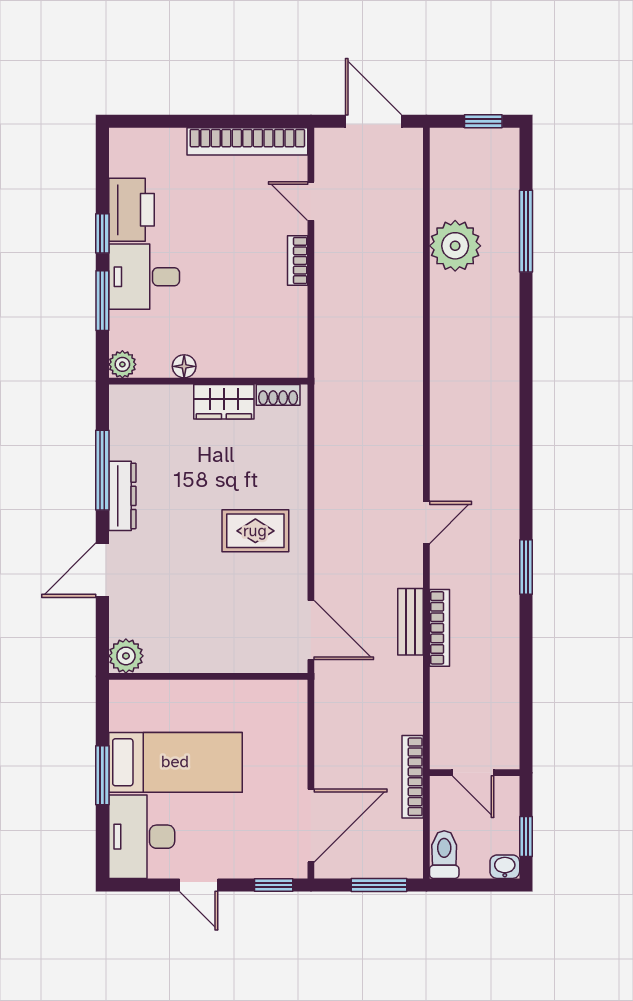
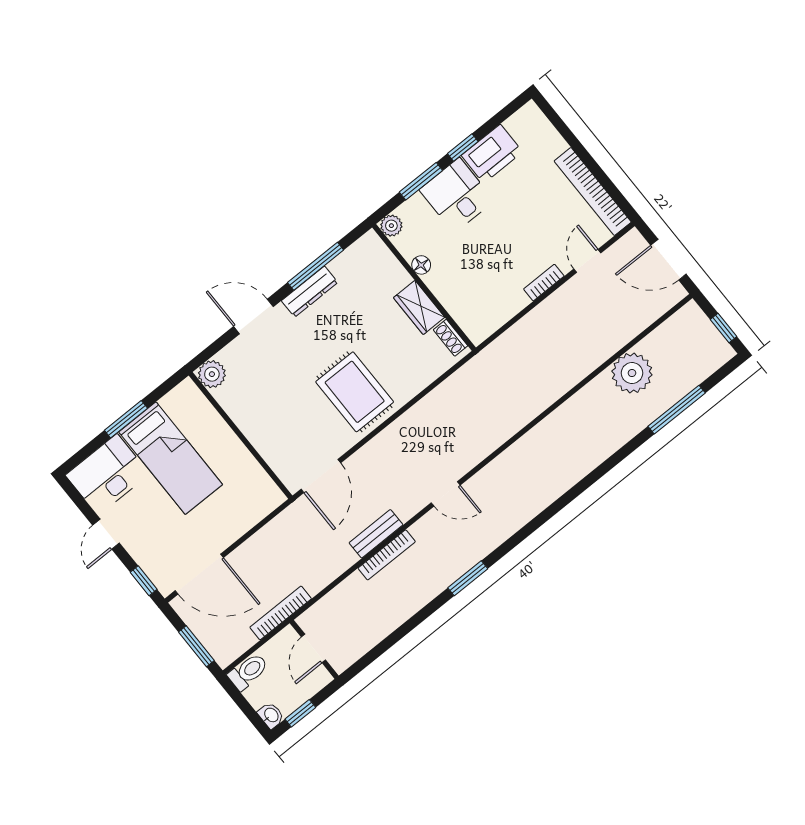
door: (373, 121) -> (668, 260), swing flipped
rug: (255, 531) -> (355, 392), width x1.36, depth x1.43

